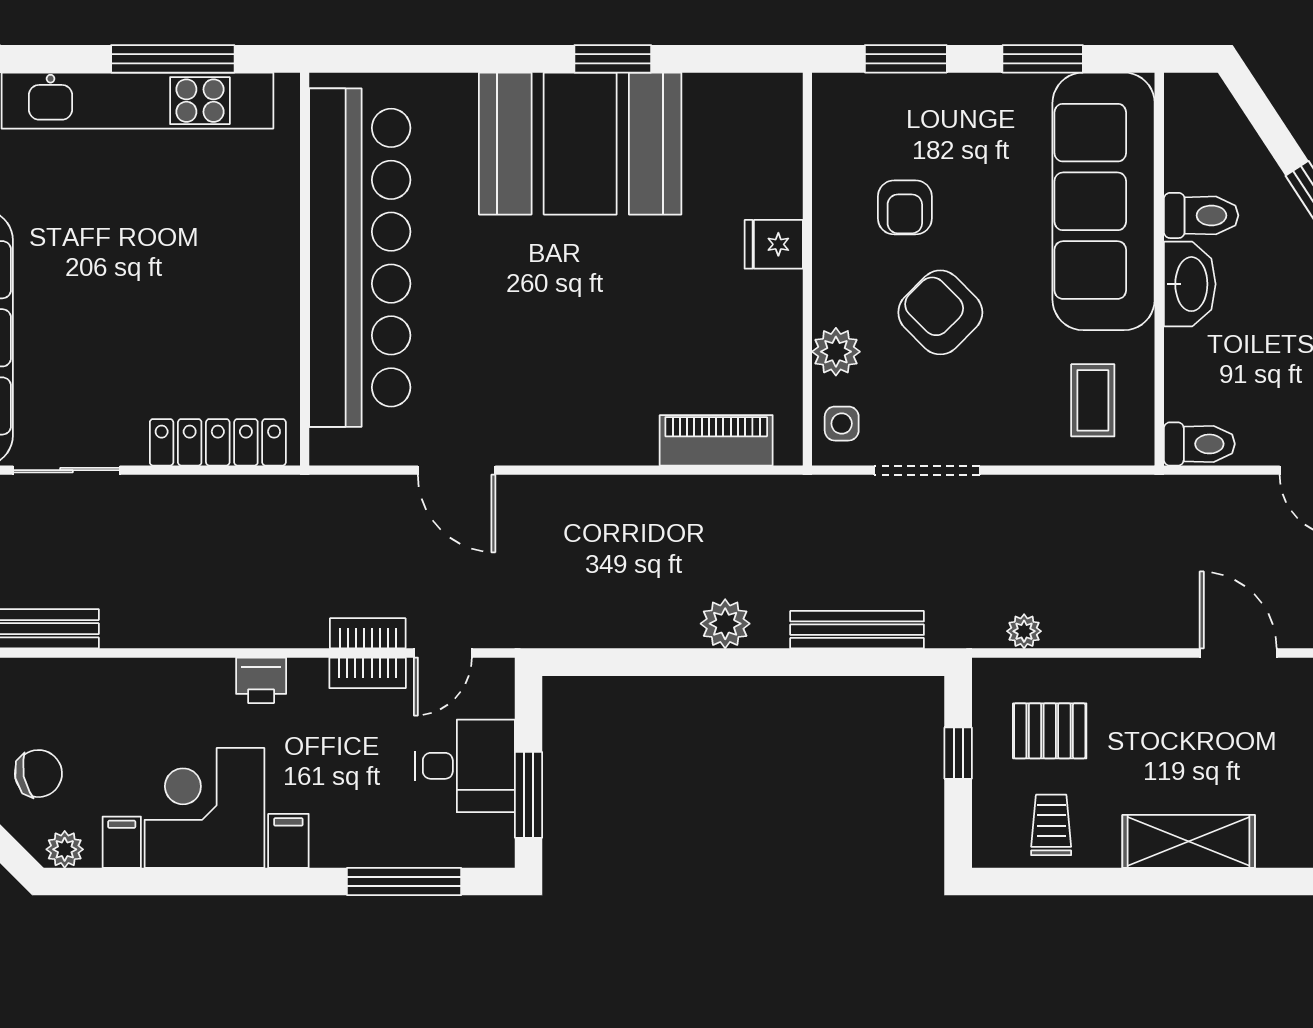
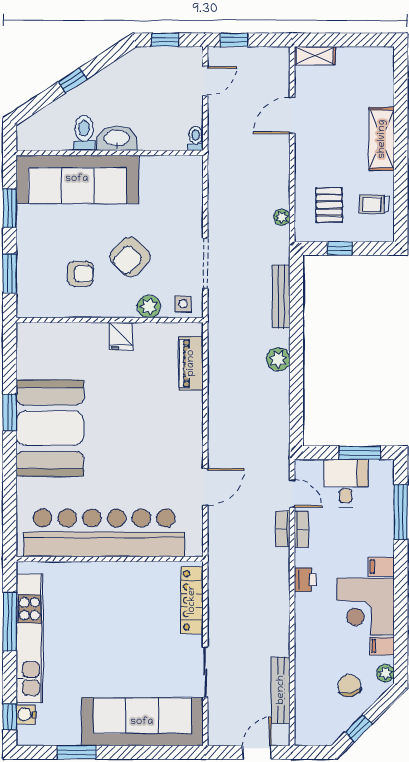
fridge: (774, 244) -> (121, 336), moved
coffee table: (1093, 400) -> (172, 184), removed
toilet: (1199, 444) -> (196, 139), width x0.73, depth x0.72

